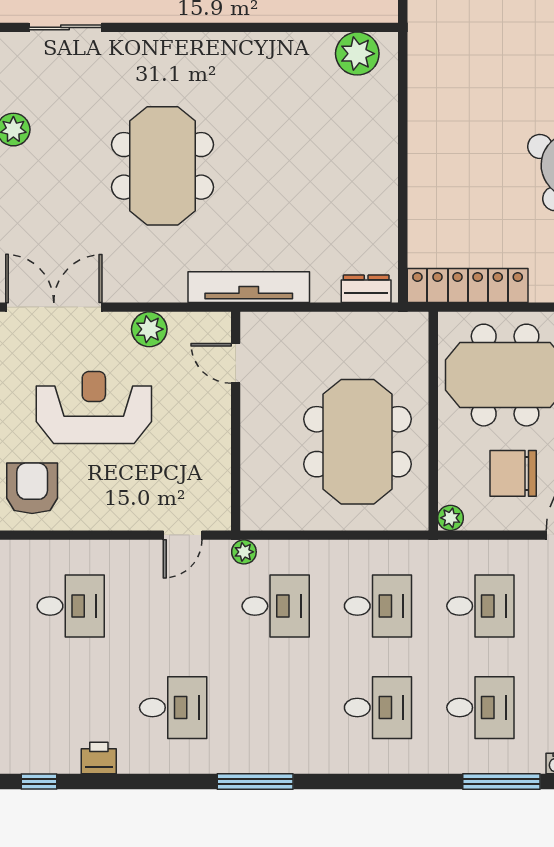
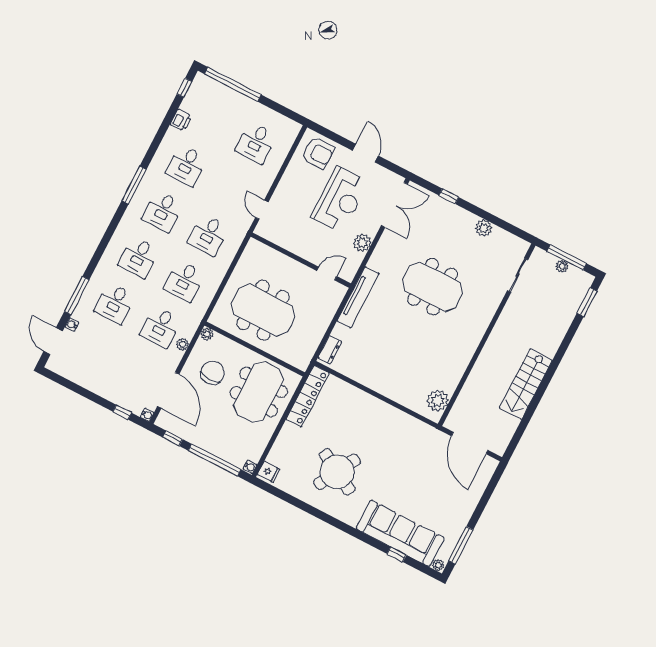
plant: (244, 552) -> (183, 344), moved
desk: (276, 708) -> (163, 211), added

